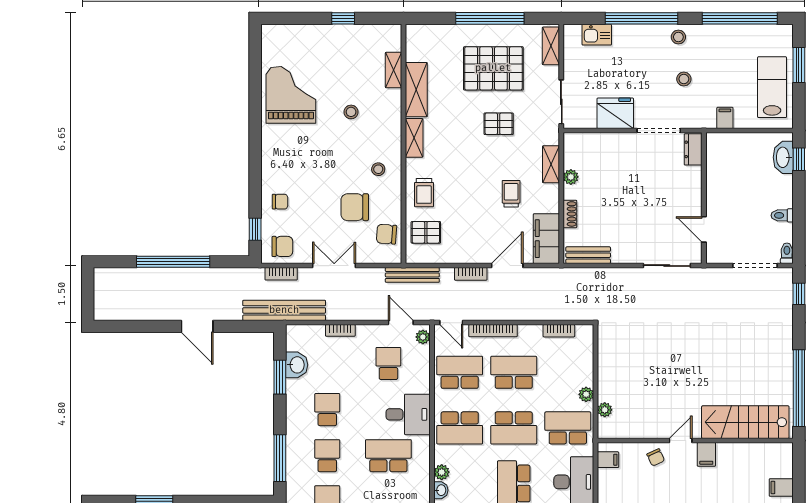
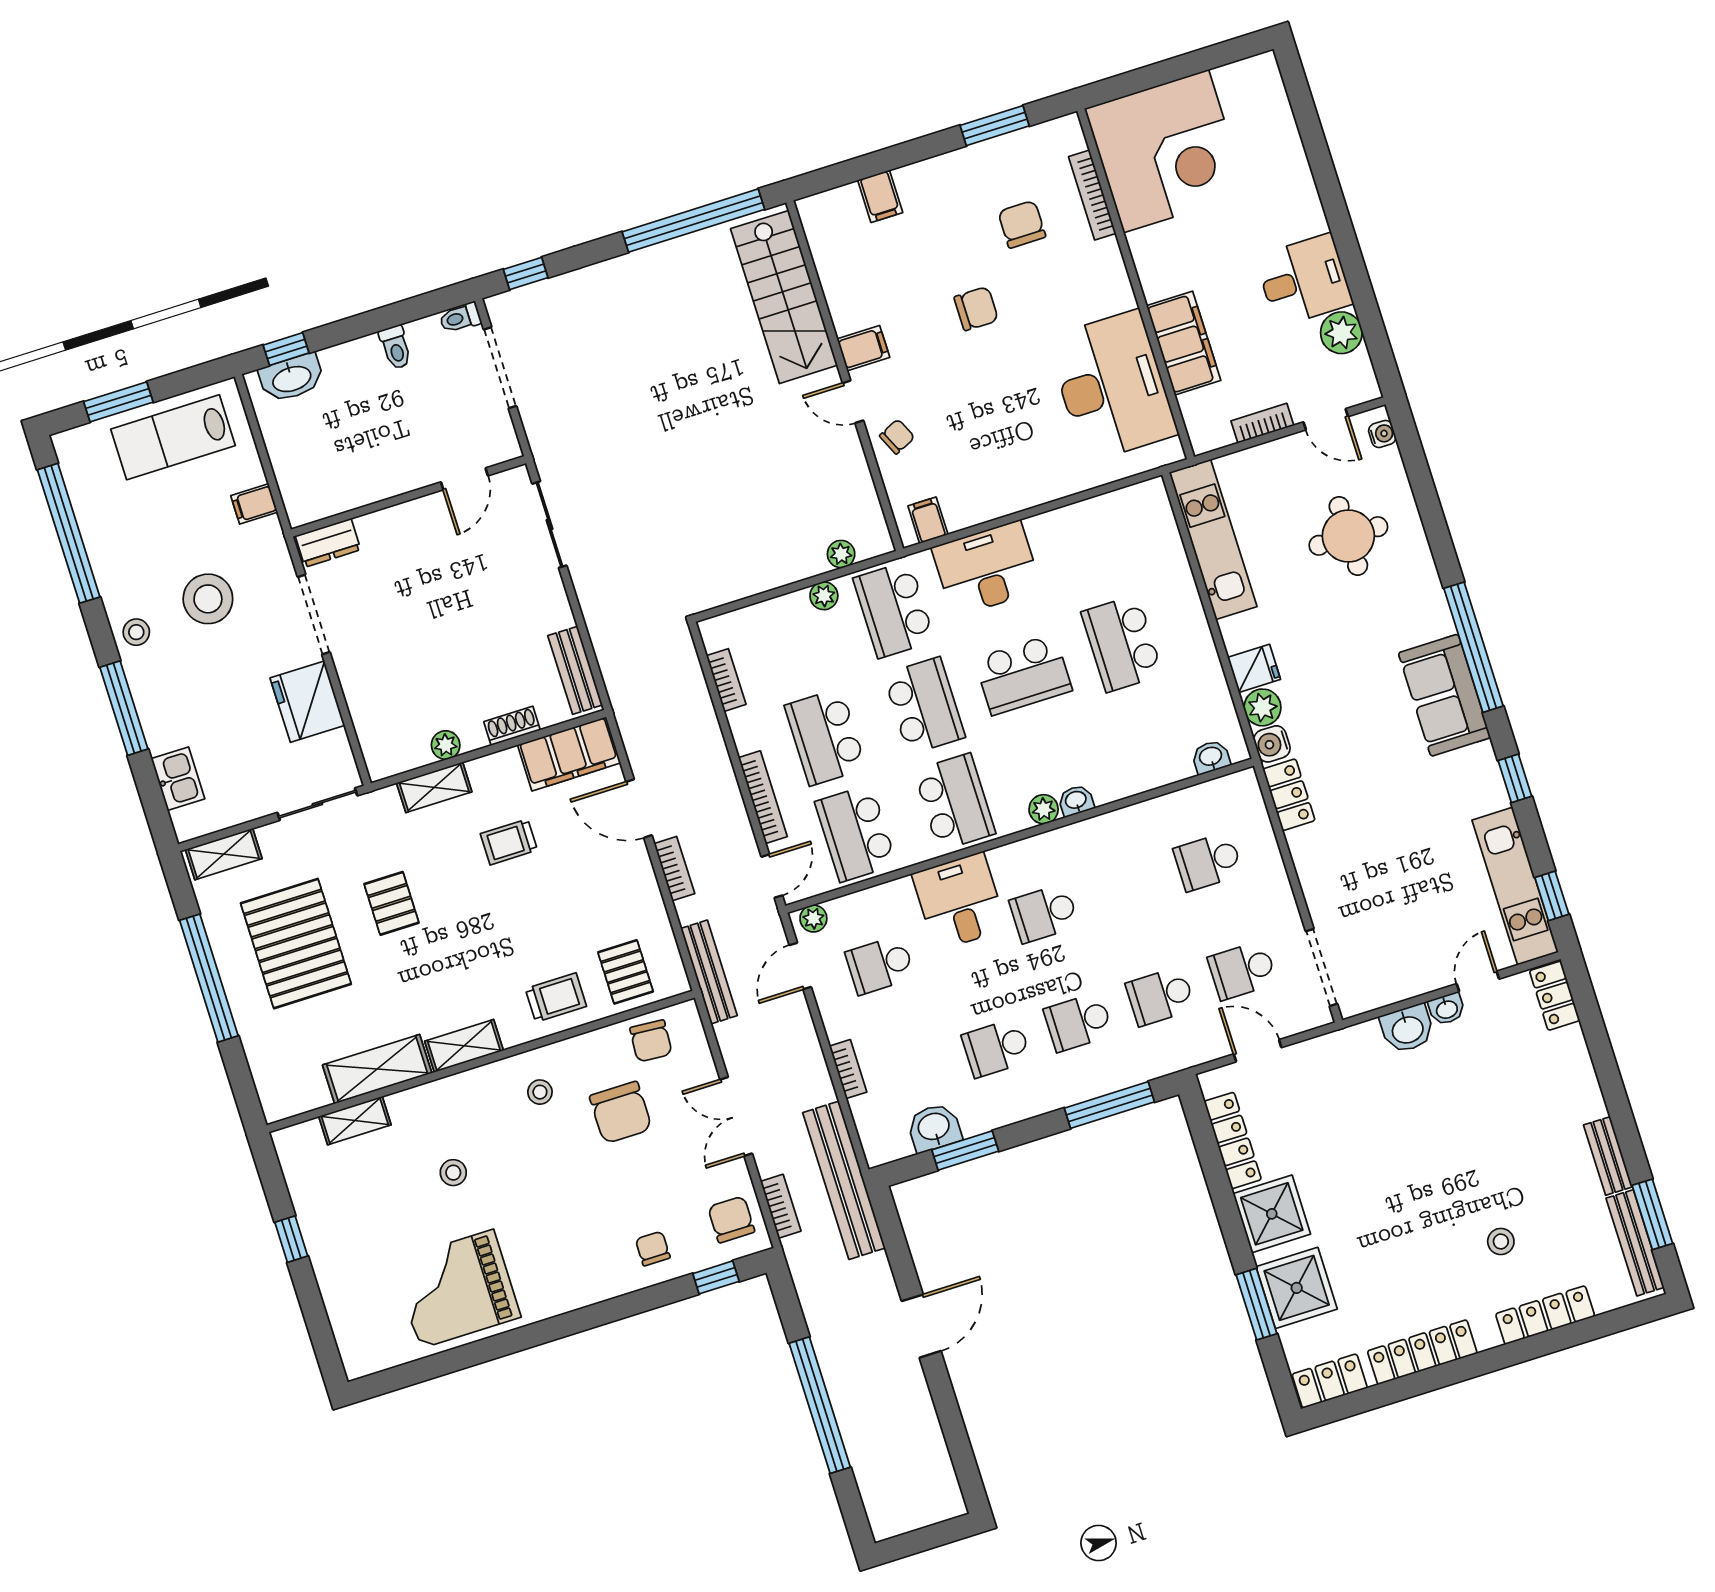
window: (642, 18) -> (124, 708), width x0.68
stool: (684, 79) -> (208, 599), width x1.89, depth x1.89
school desk: (388, 456) -> (1044, 913), width x0.54

